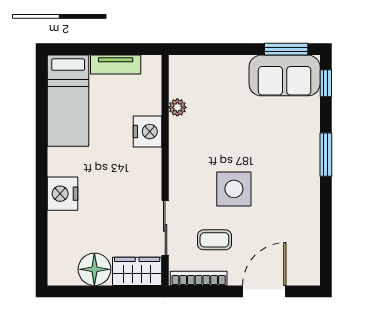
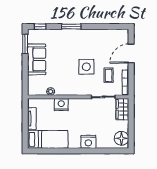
sofa: (285, 75) -> (37, 59), moved
floor lamp: (94, 269) -> (121, 138), moved
door: (264, 291) -> (131, 54), hinge flipped

